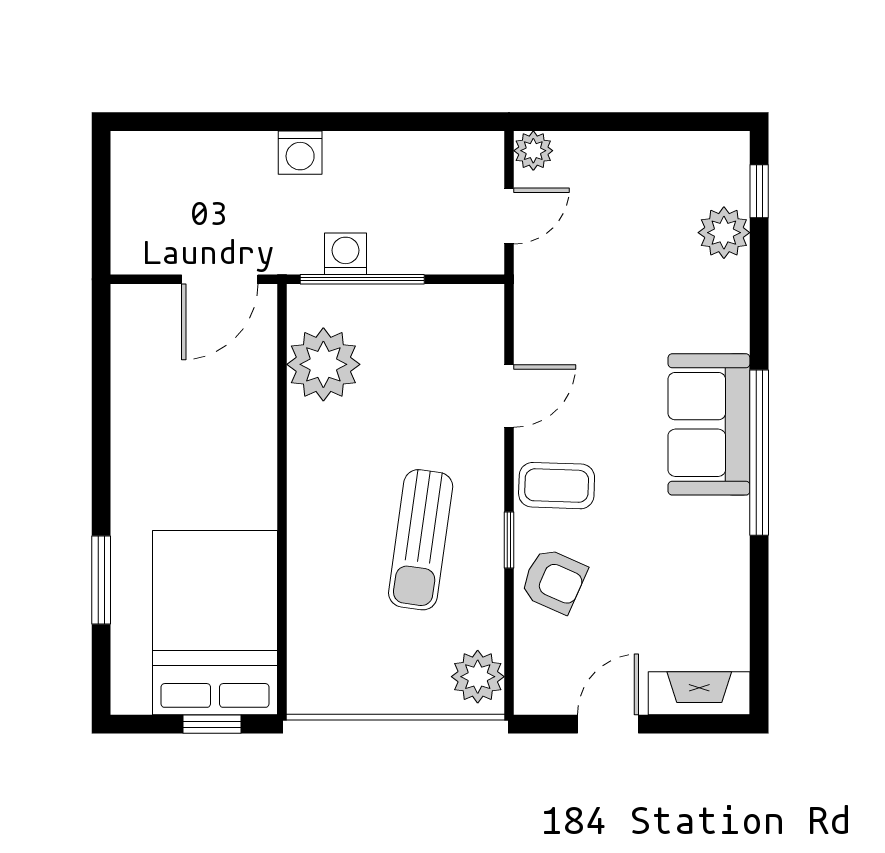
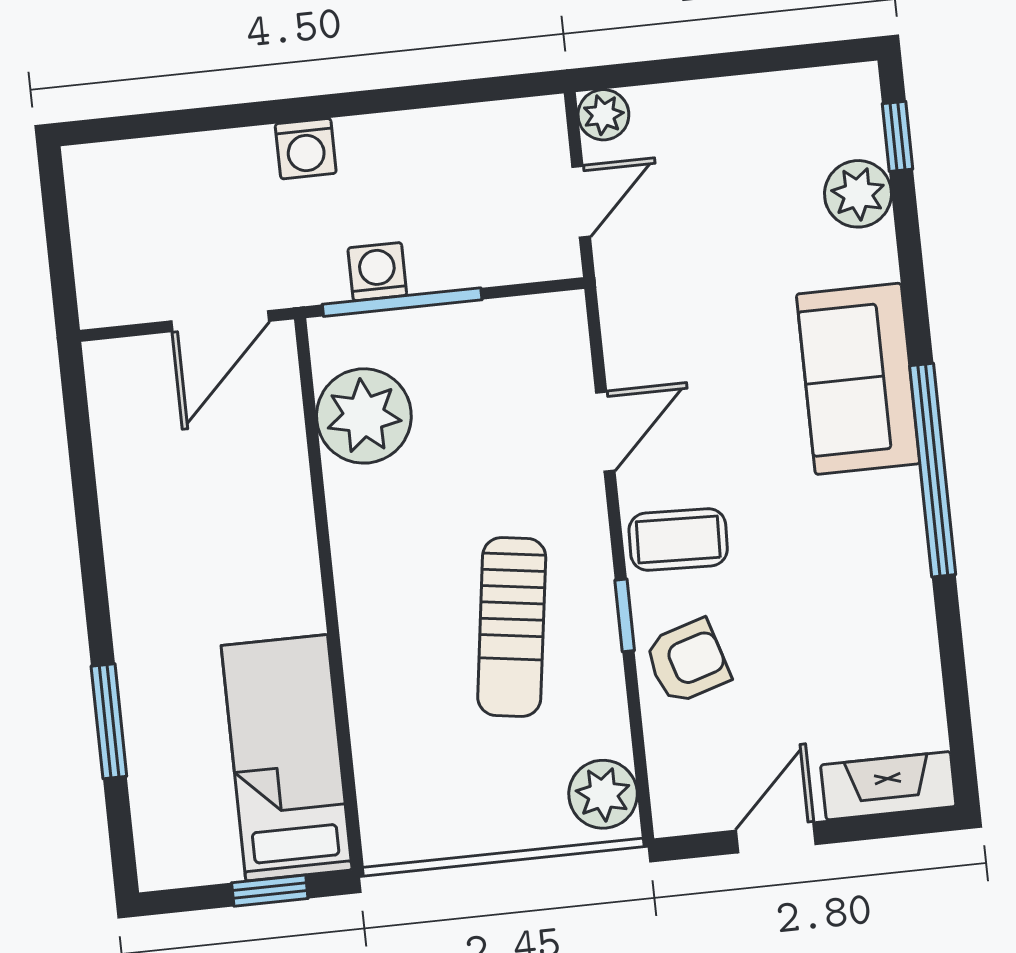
sofa: (709, 424) -> (858, 379), moved
armchair: (554, 581) -> (687, 661), turned -41
bed: (215, 623) -> (287, 758), width x0.67

